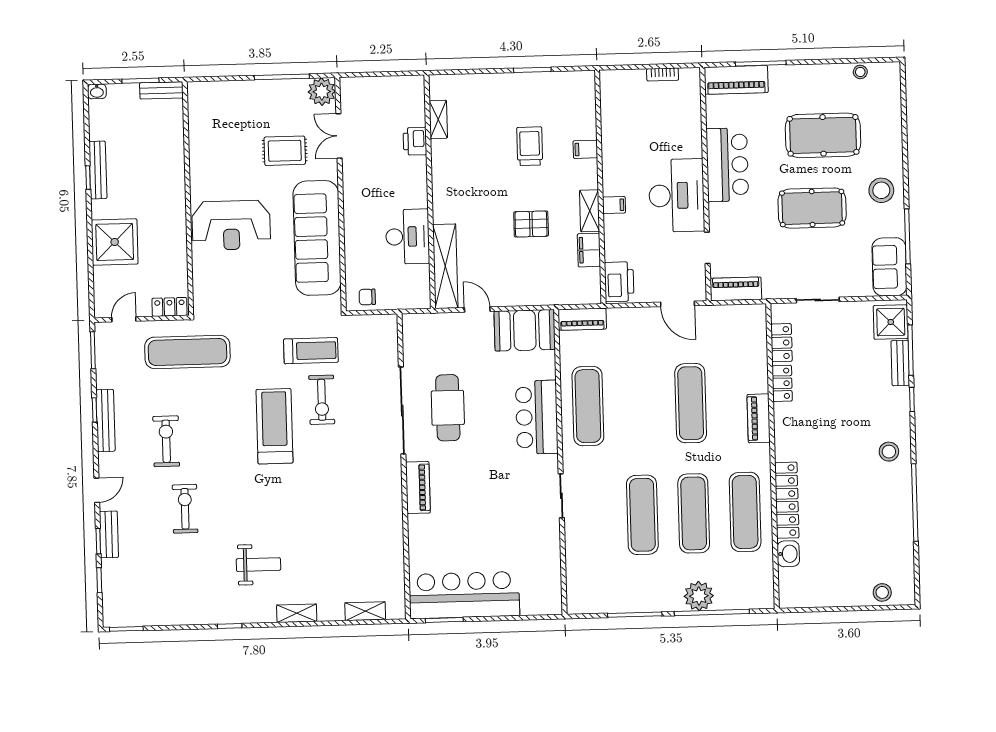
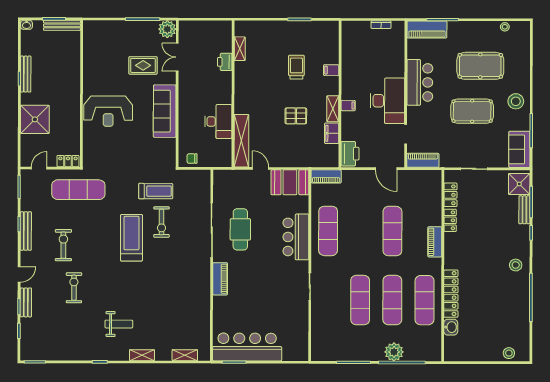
bench: (161, 90) -> (62, 25), width x1.36
sofa: (317, 238) -> (165, 111), width x0.74, depth x0.79

